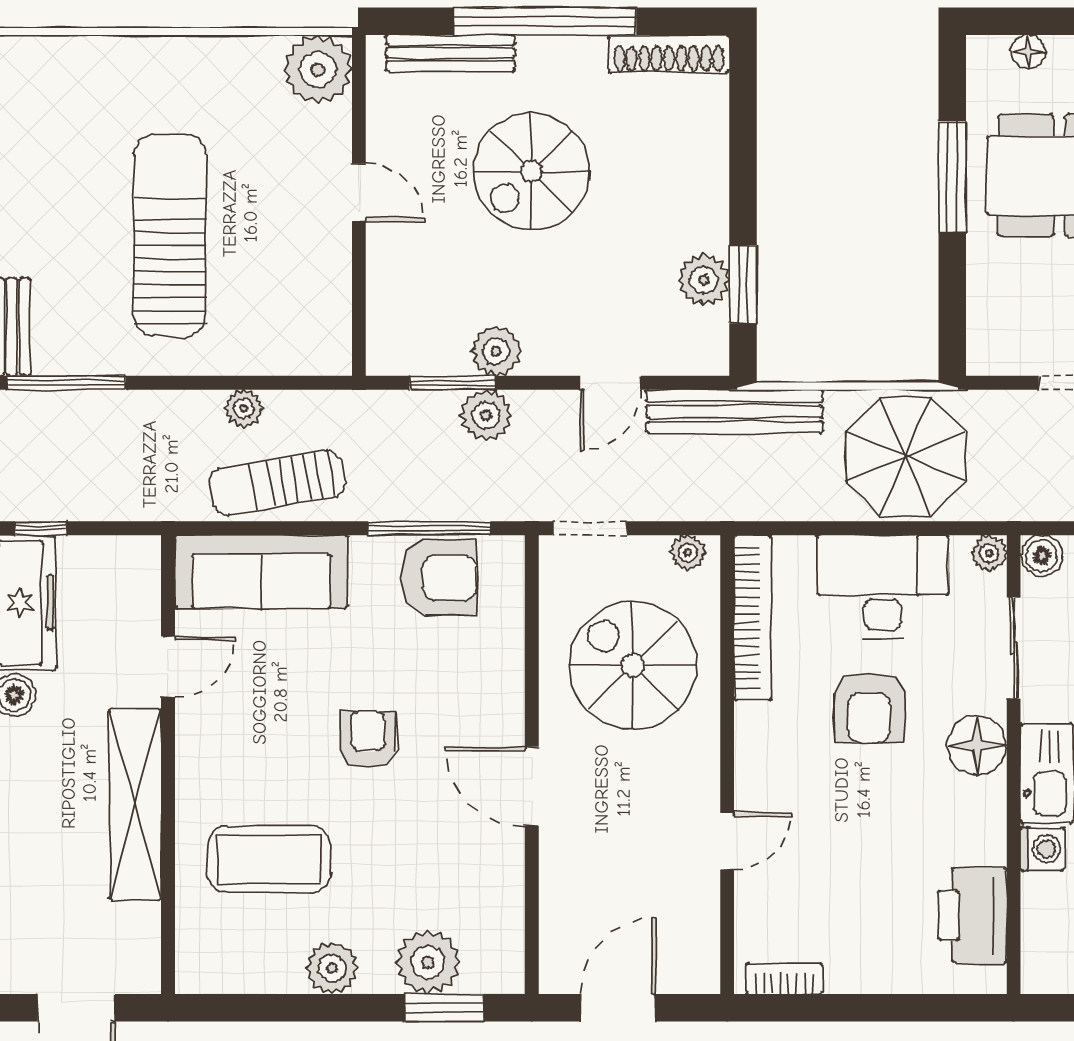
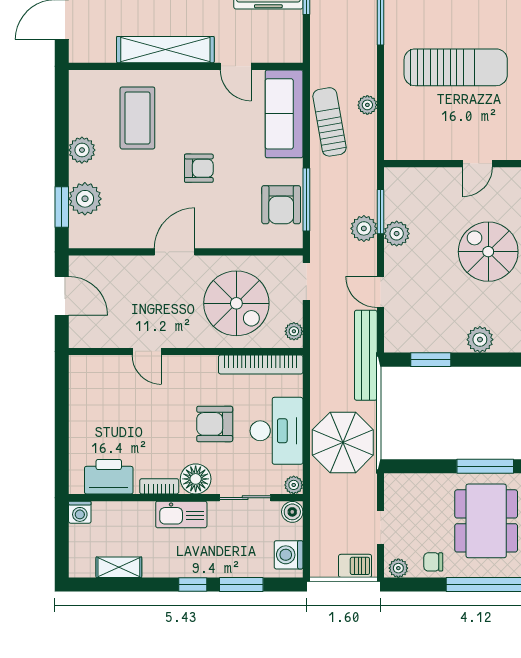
plant: (704, 280) -> (480, 340), moved
spiral stairs: (633, 665) -> (236, 303), turned 90
washing machine: (1042, 849) -> (80, 512), moved
bookcase: (784, 979) -> (159, 486), moved, turned -90

